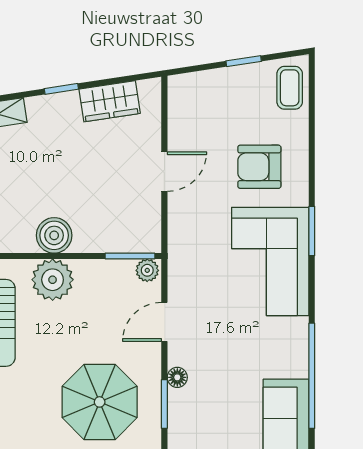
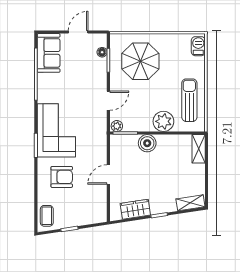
boiler: (54, 235) -> (147, 143), moved
floor lamp: (177, 377) -> (102, 52), moved

